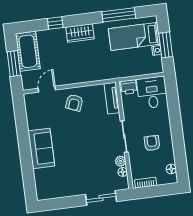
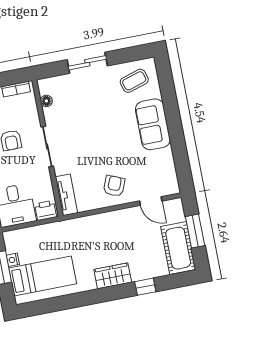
window: (119, 15) -> (65, 302), removed
door: (47, 89) -> (151, 201), hinge flipped
plant: (121, 161) -> (50, 115), removed
coffee table: (54, 183) -> (134, 81), added
sliding door: (101, 198) -> (87, 63), moved

